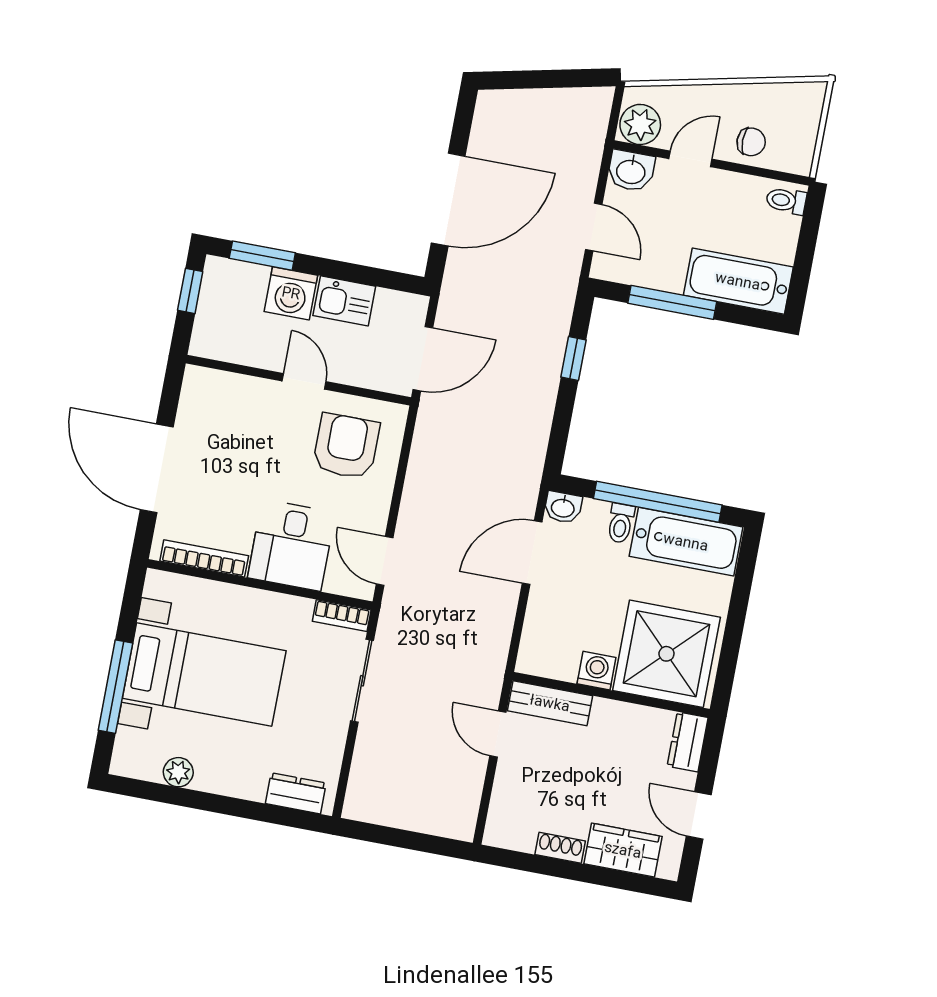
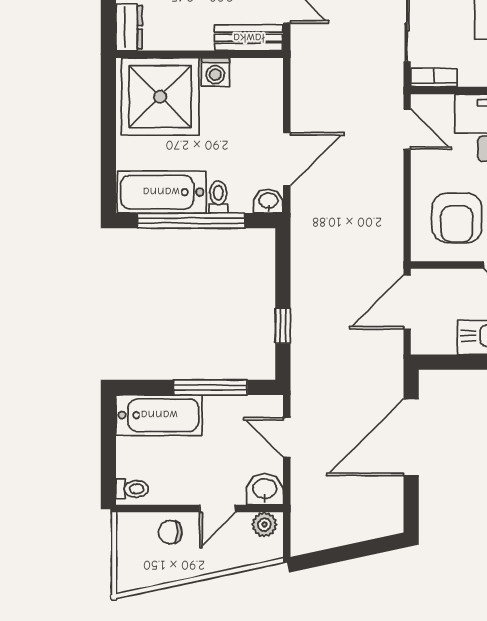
plant: (640, 124) -> (264, 525), width x0.73, depth x0.73

